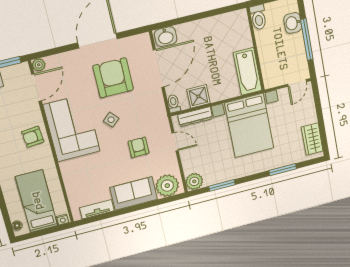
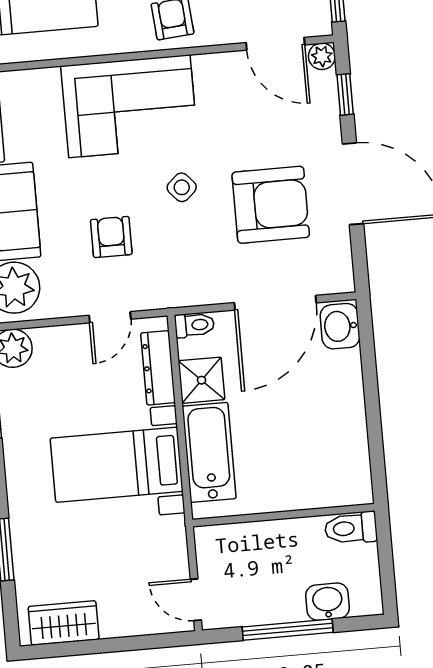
window: (55, 51) -> (345, 94), added
door: (159, 68) -> (275, 303), hinge flipped
bathtub: (248, 71) -> (209, 452), moved, turned 90
bed with nightstands: (249, 126) -> (117, 465), width x0.73
corner sofa: (72, 128) -> (129, 106), moved
armchair: (139, 147) -> (111, 237), turned -90

